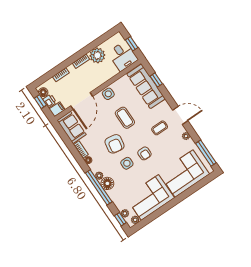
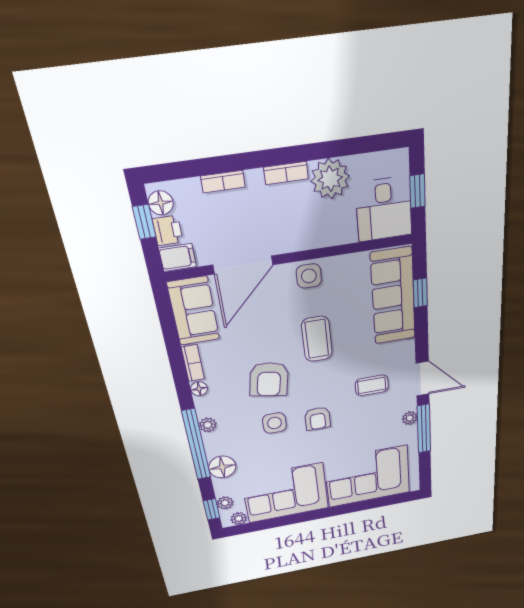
window: (206, 153) -> (424, 429), moved
floor lamp: (107, 183) -> (222, 467), moved

